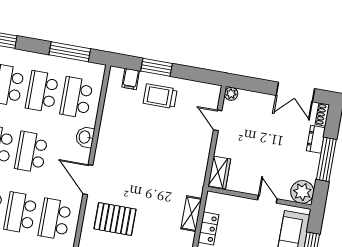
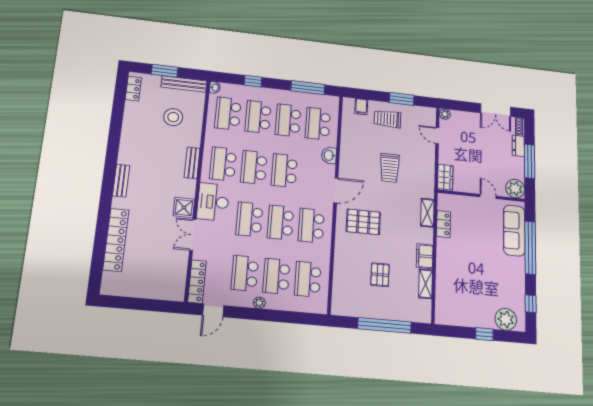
window: (157, 67) -> (402, 99), moved
trolley: (154, 157) -> (390, 168), added
door: (88, 180) -> (336, 190), swing flipped

